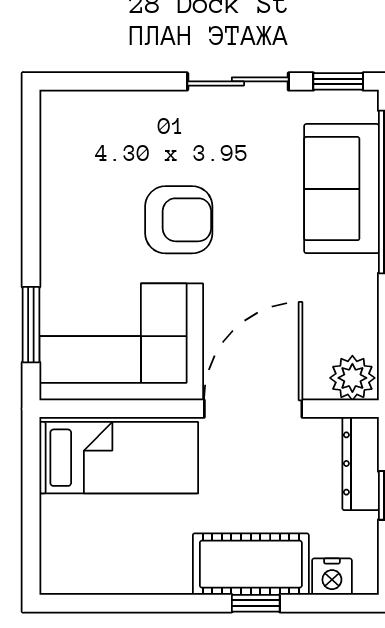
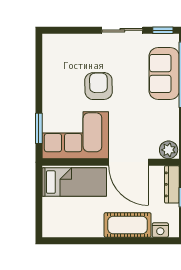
armchair: (179, 220) -> (99, 86), turned -91
door: (253, 409) -> (129, 162), swing flipped
window: (256, 603) -> (130, 241), removed

